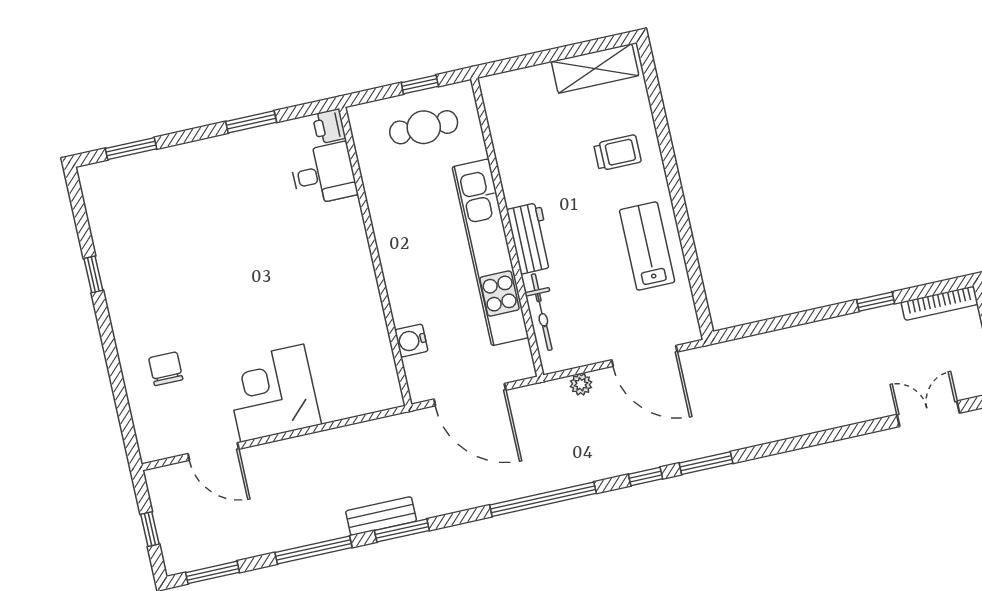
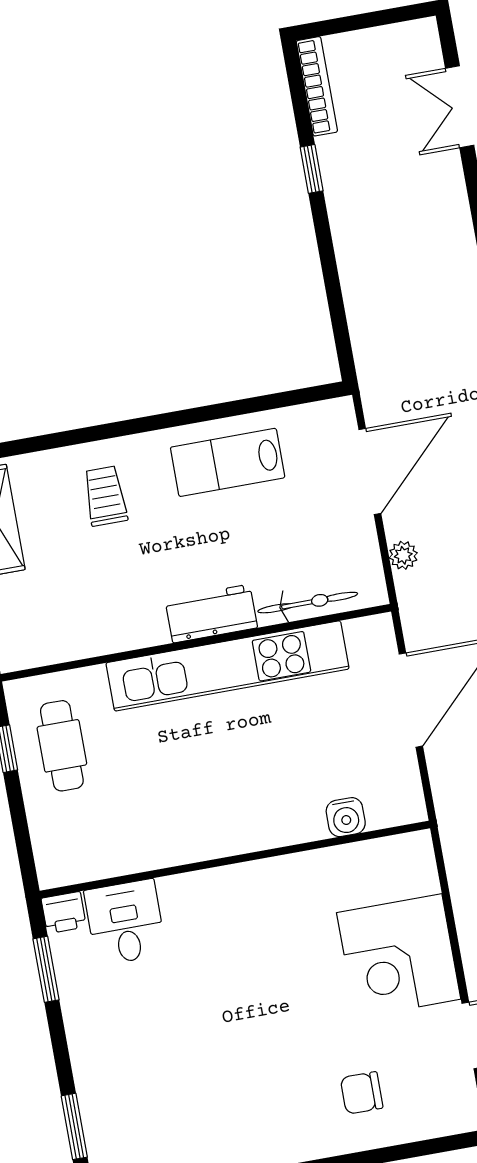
printer: (329, 126) -> (64, 913), moved
desk: (323, 174) -> (125, 922), moved
wall: (375, 256) -> (235, 860), moved
water cooler: (411, 341) -> (346, 817), moved

